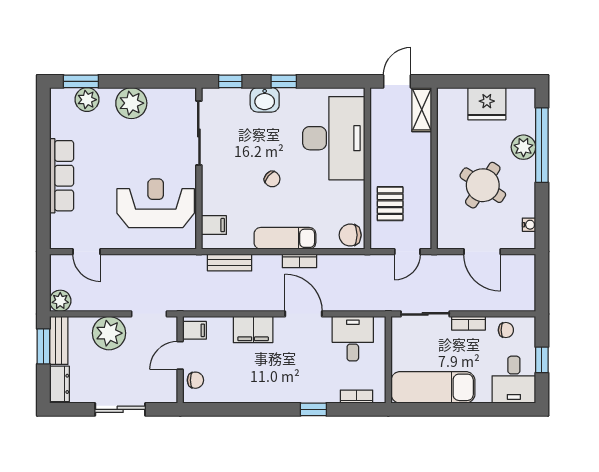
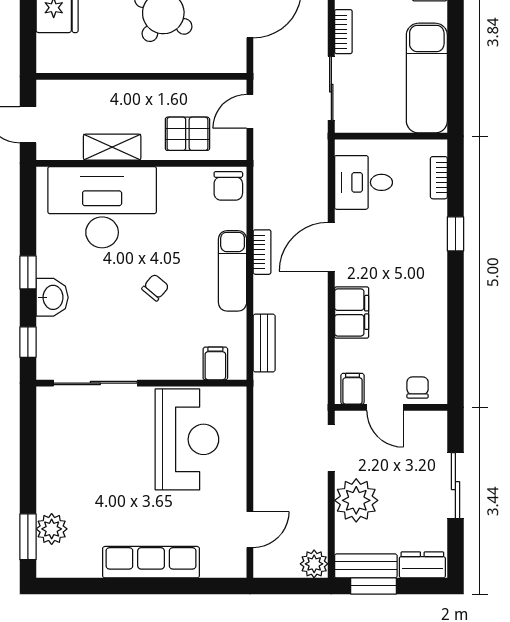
plant: (131, 103) -> (56, 471), removed
shelving: (422, 110) -> (112, 147), moved
reception desk: (156, 203) -> (187, 439), turned 180
door: (407, 252) -> (250, 111), swing flipped

